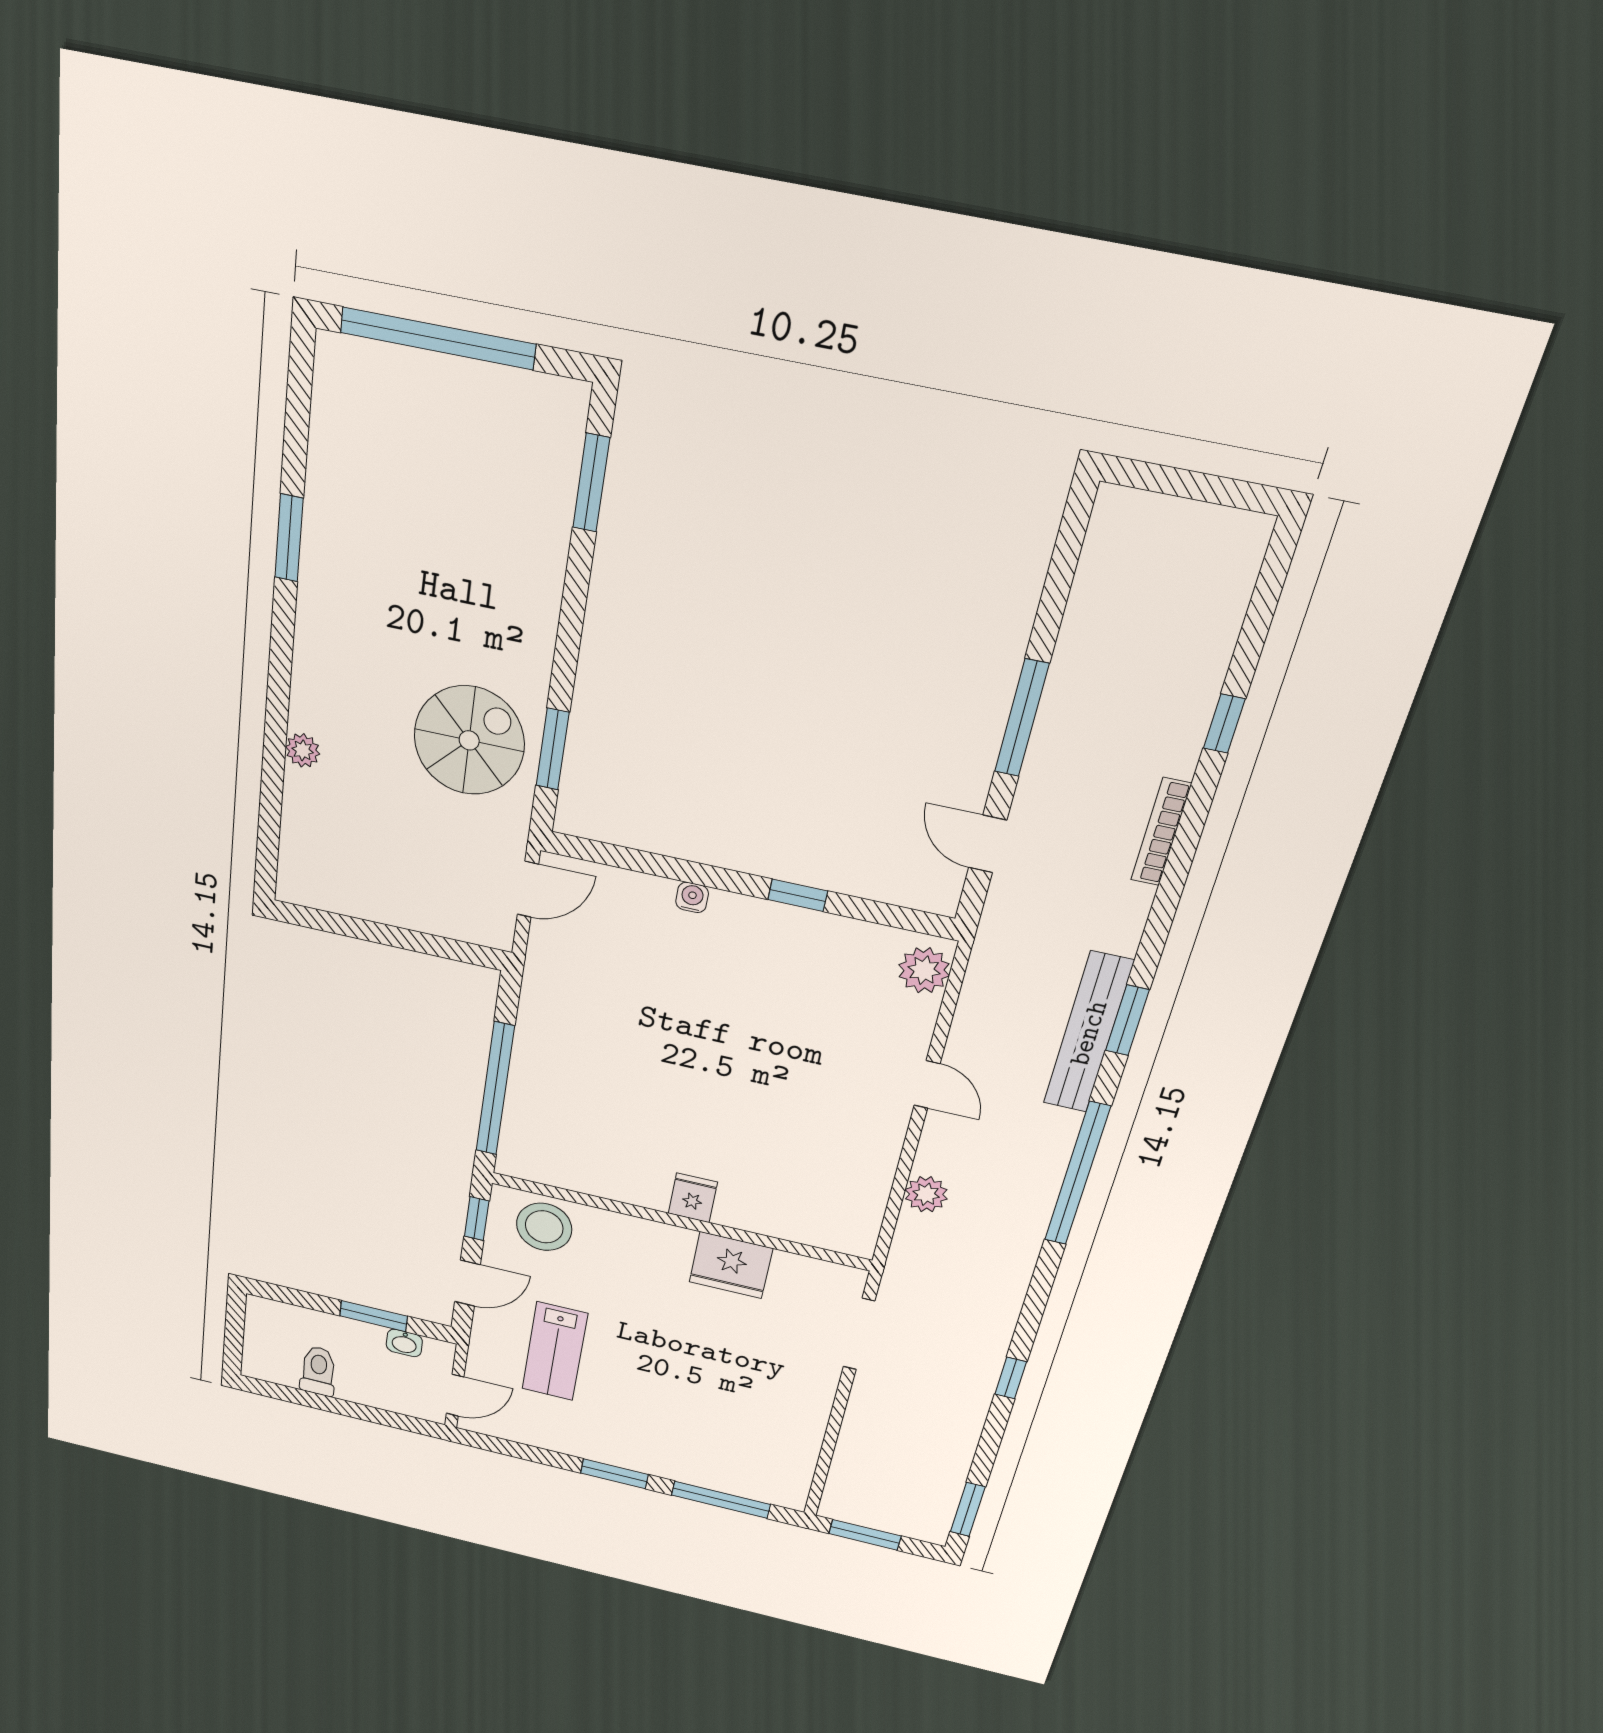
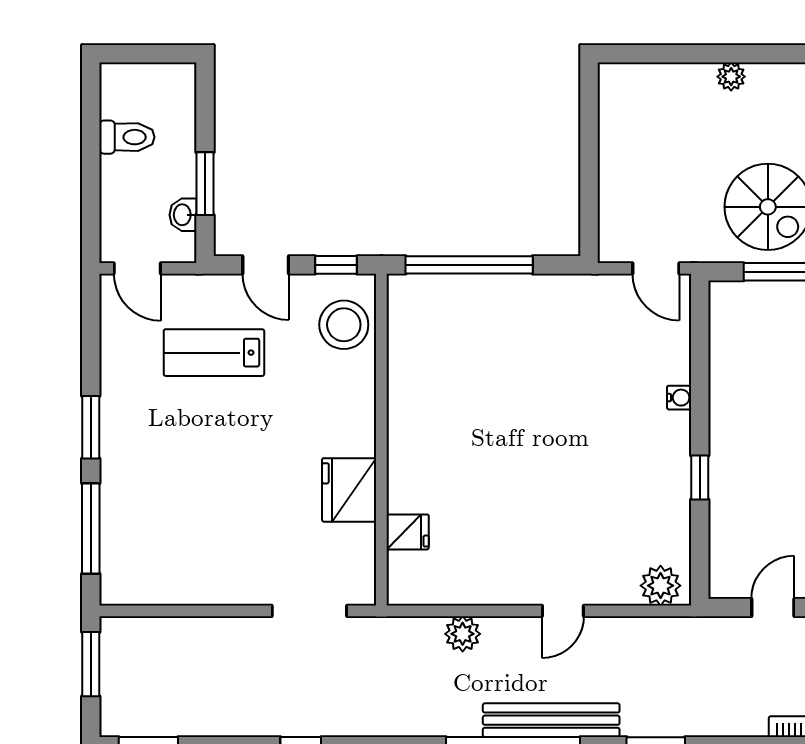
bench: (1088, 1033) -> (551, 720), moved
fridge: (693, 1198) -> (408, 532), moved

